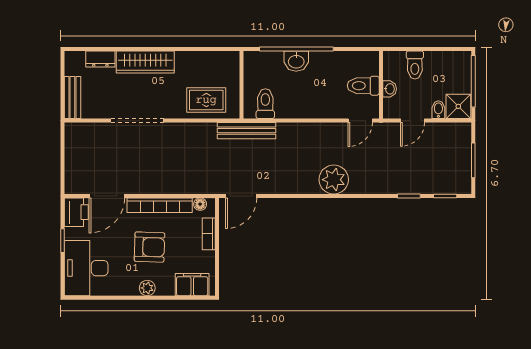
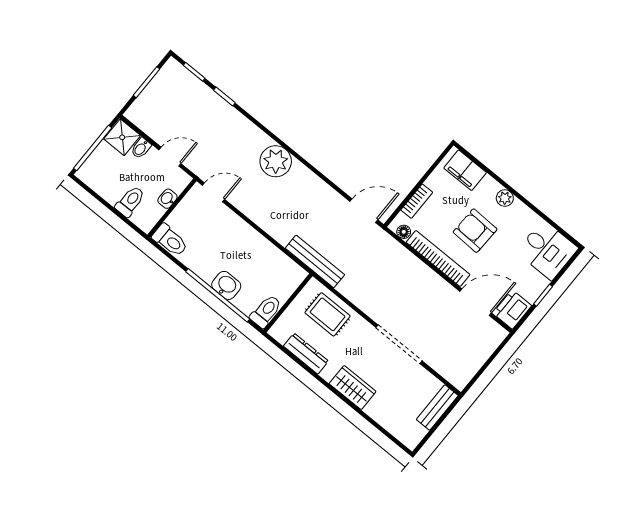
dresser: (100, 59) -> (306, 354), moved, width x1.44
wardrobe: (145, 62) -> (353, 388), width x0.67
toilet: (363, 86) -> (170, 240), moved
toilet: (265, 104) -> (266, 311), moved, turned 180
desk: (86, 268) -> (547, 250), width x0.73

